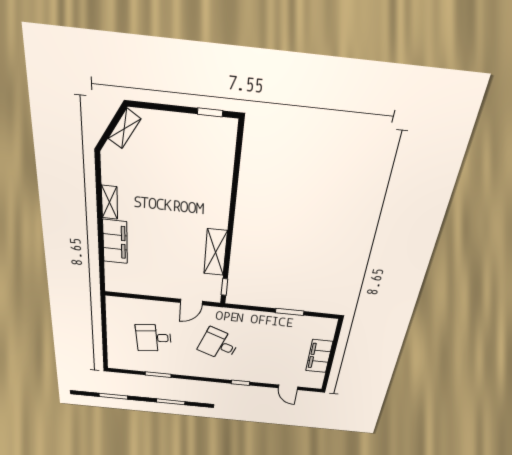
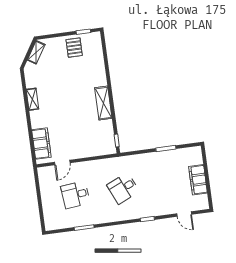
pallet: (189, 136) -> (74, 48), added
filing cabinet: (115, 242) -> (41, 144), moved
shelving: (215, 252) -> (103, 103), moved
door: (191, 302) -> (62, 163), moved
desk: (219, 344) -> (123, 188), turned -45

